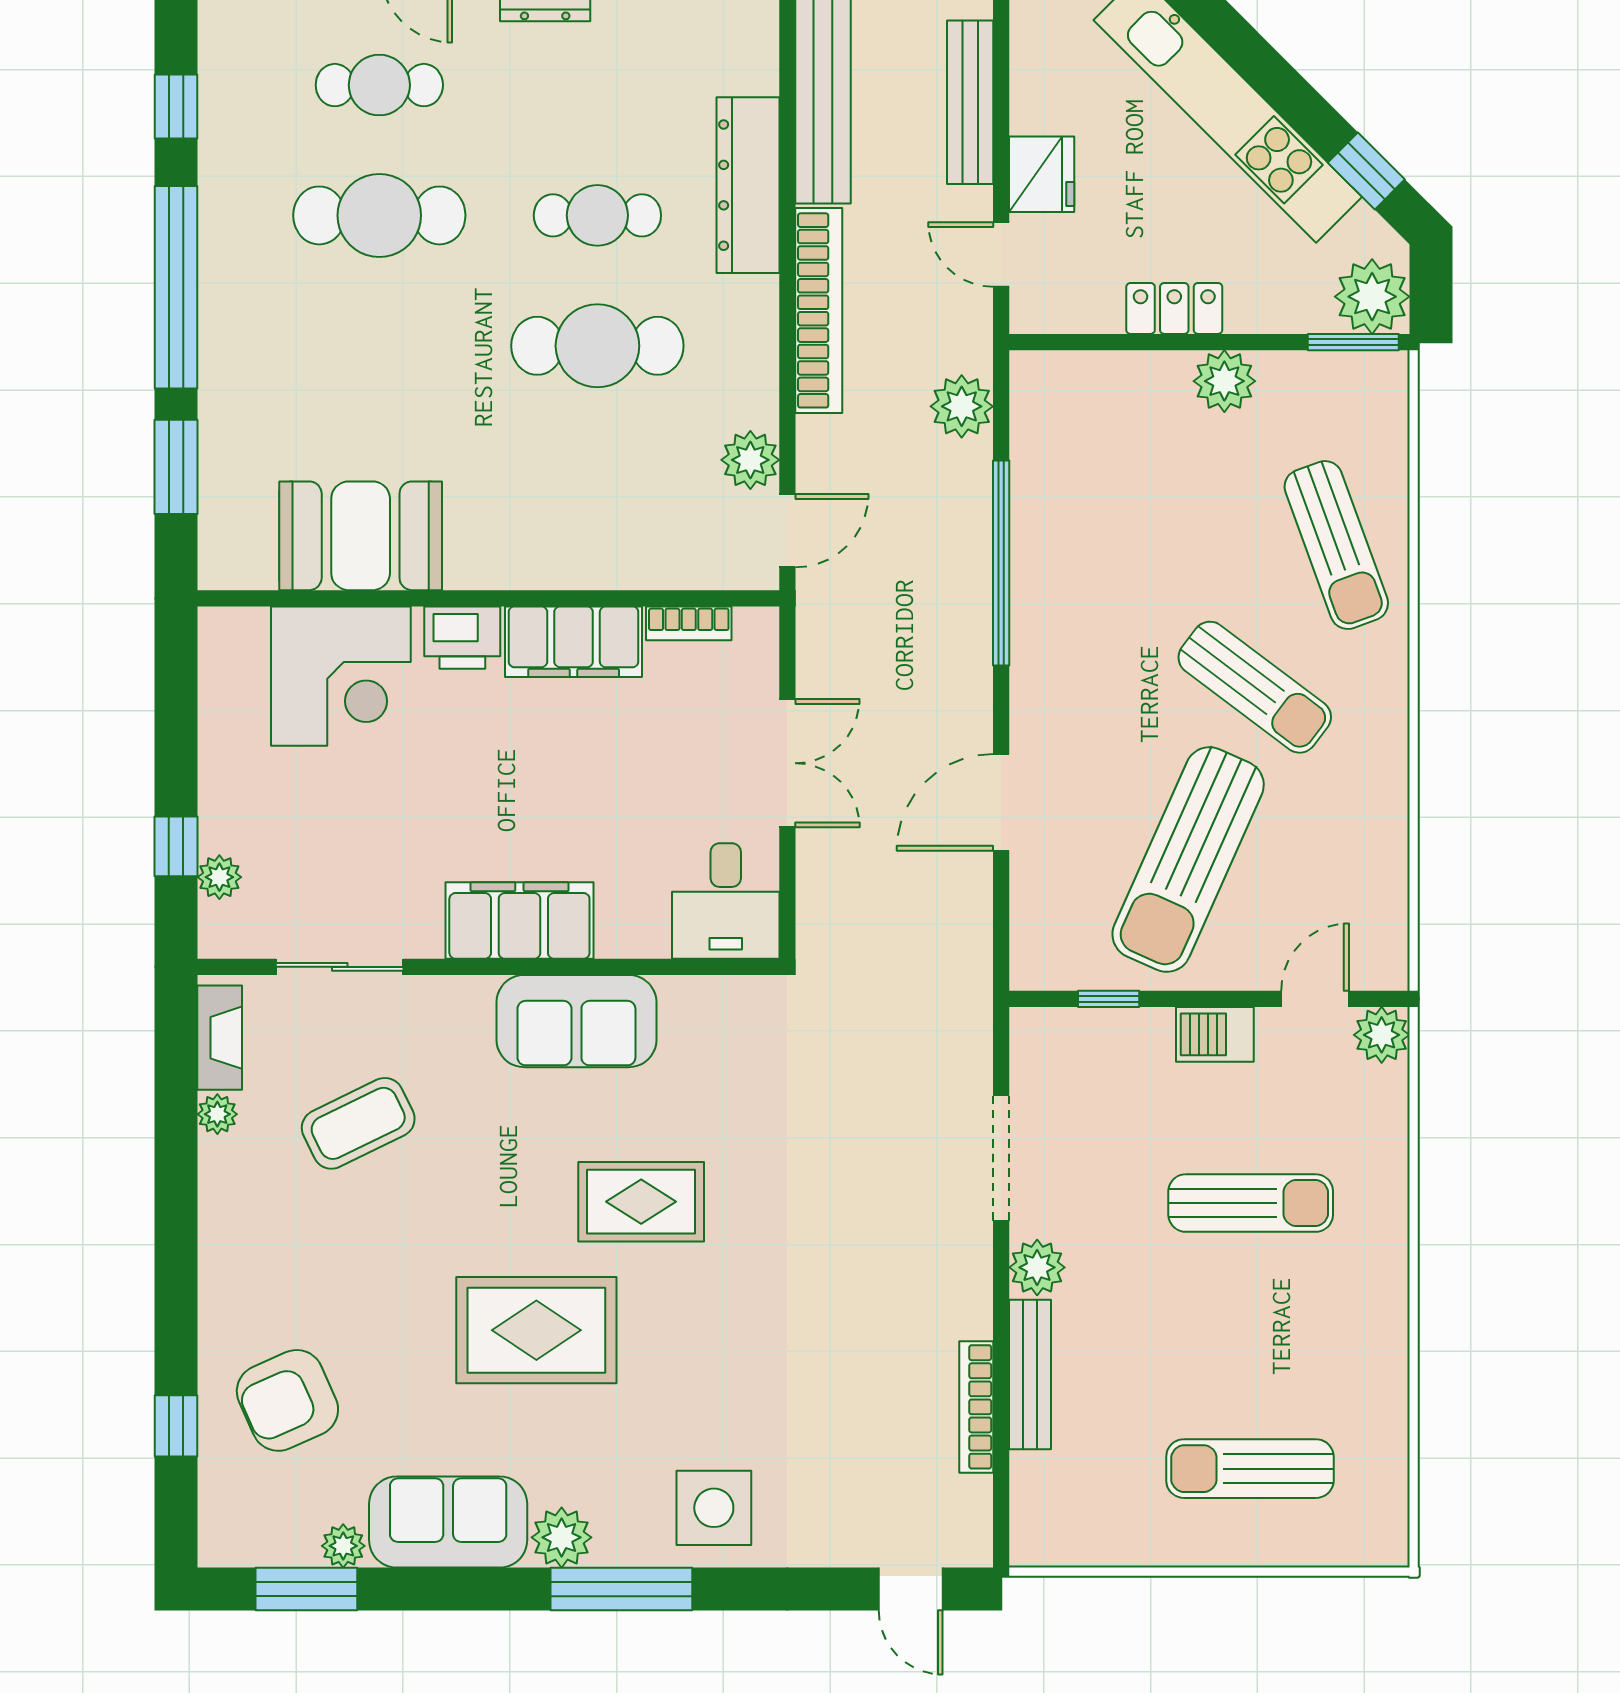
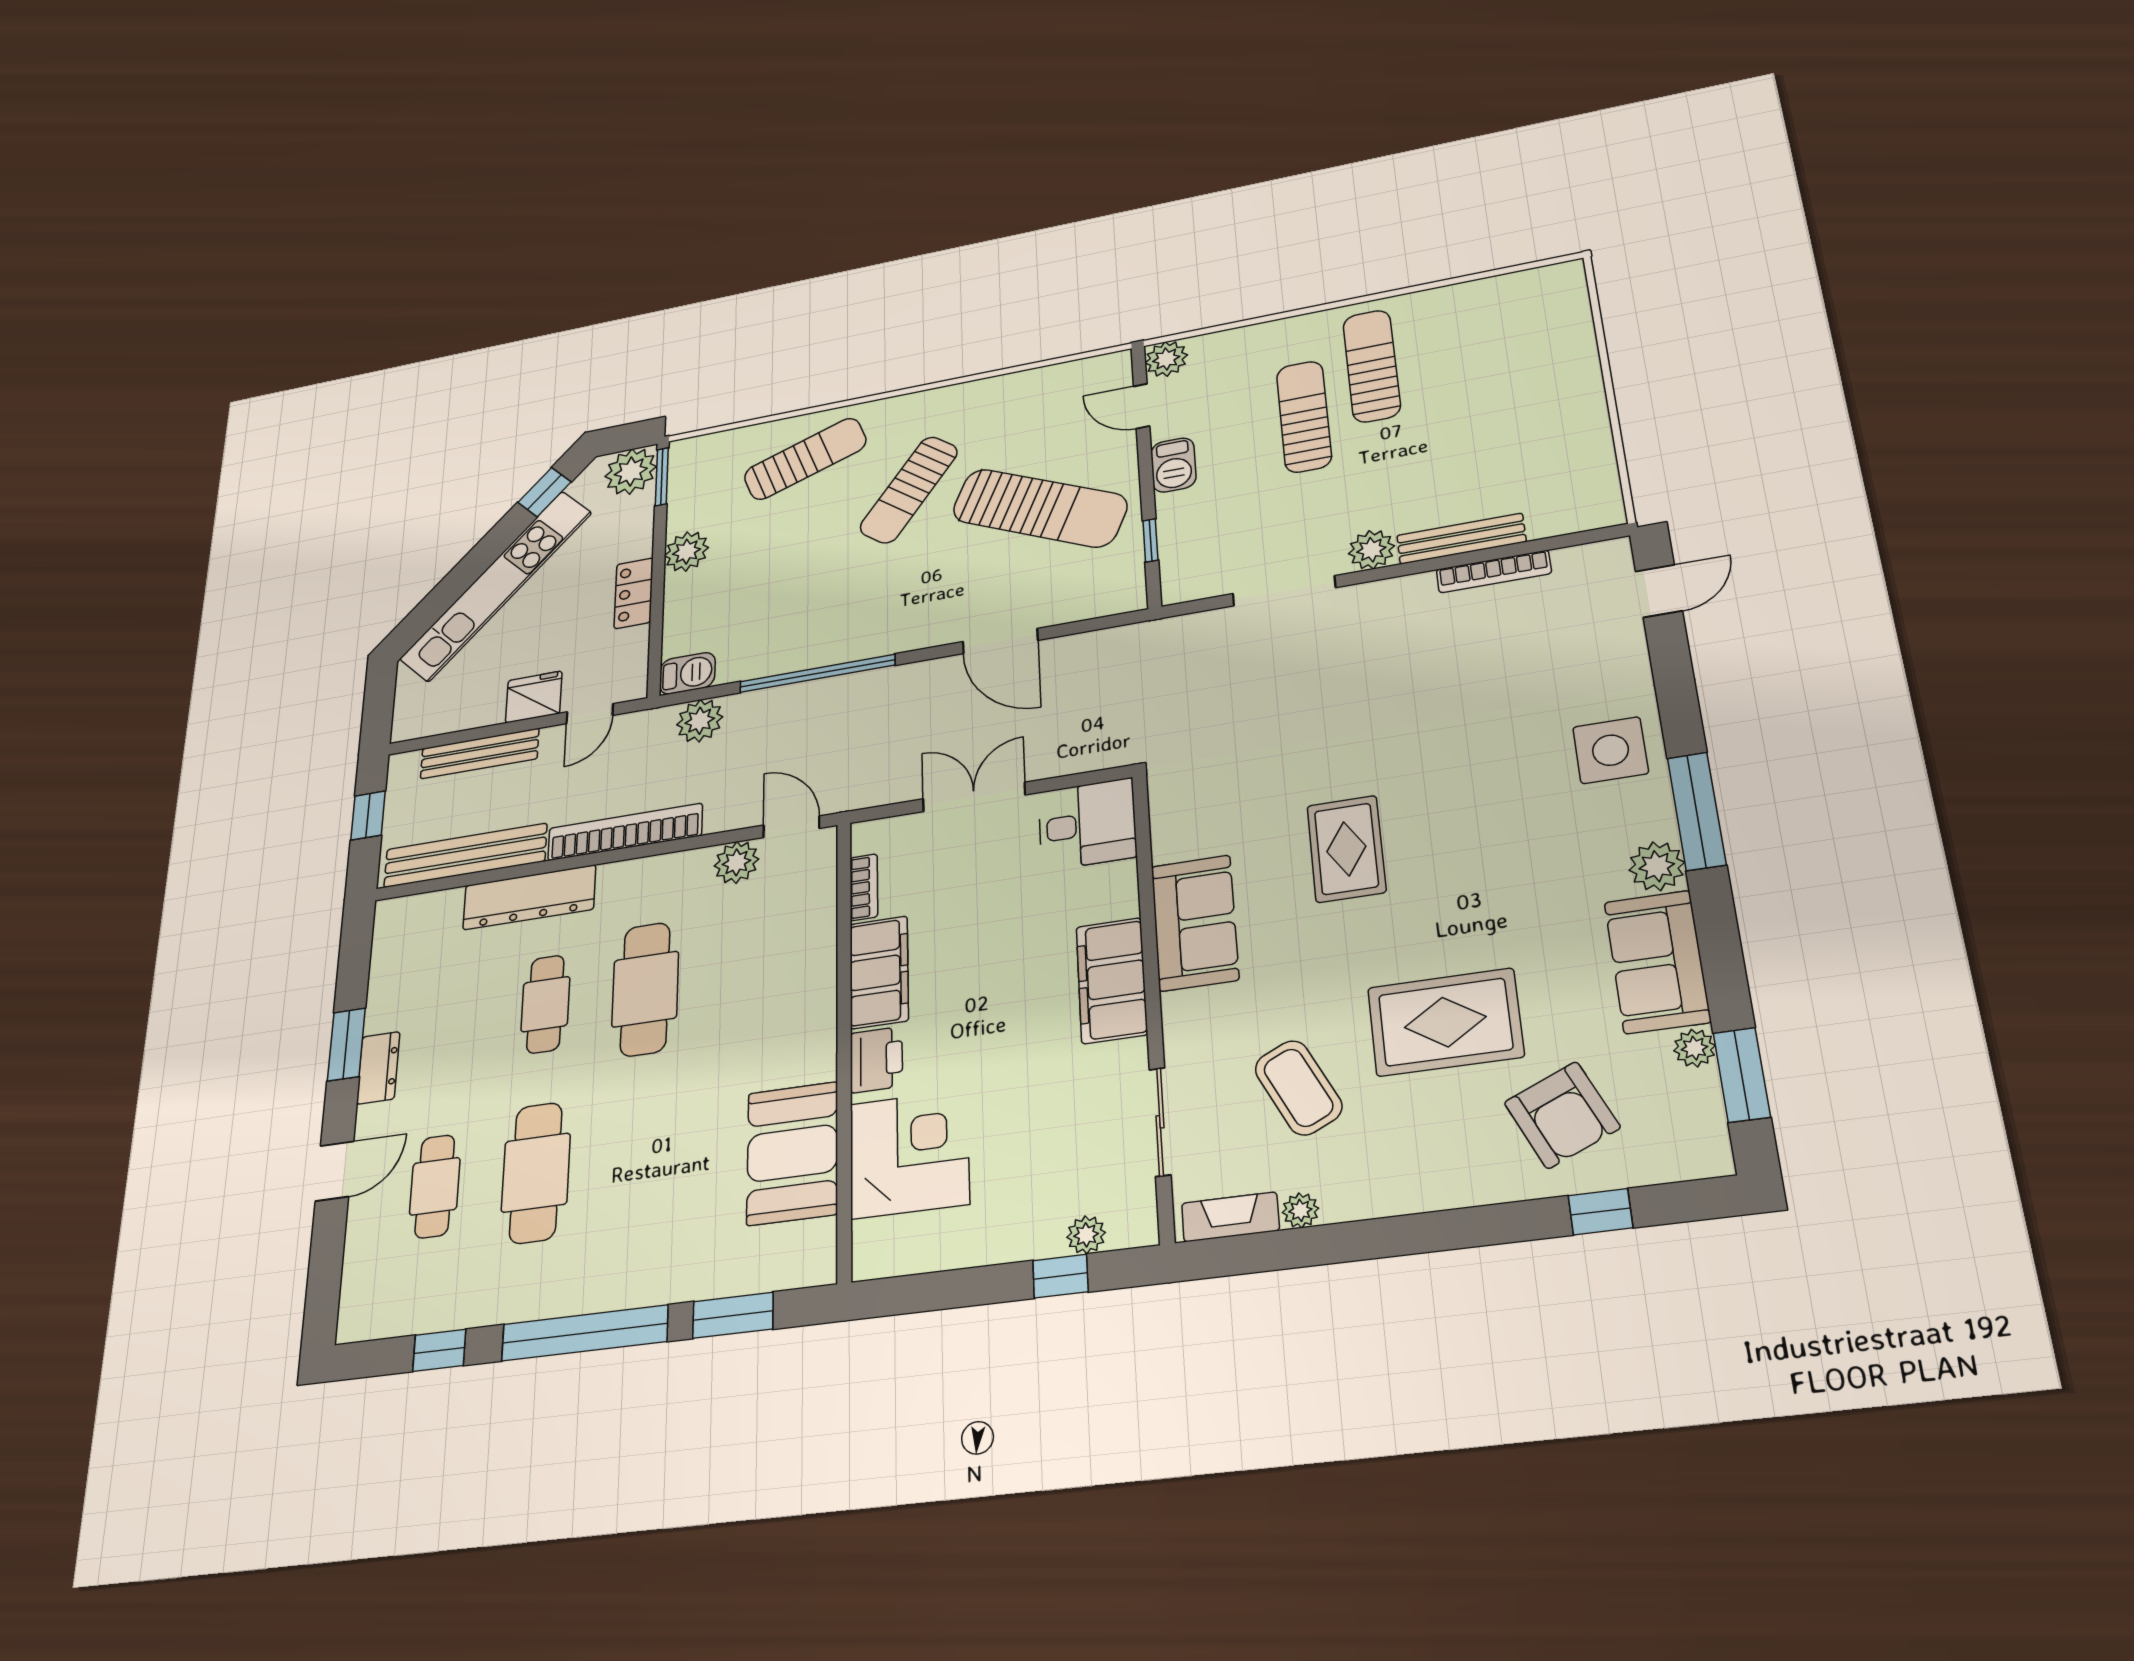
barbecue: (1036, 388) -> (687, 673), added
sun lounger: (1255, 687) -> (909, 490), turned 180
rug: (536, 1330) -> (1445, 1022), moved, turned 90
sun lounger: (1250, 1469) -> (1372, 366), moved, turned 180

